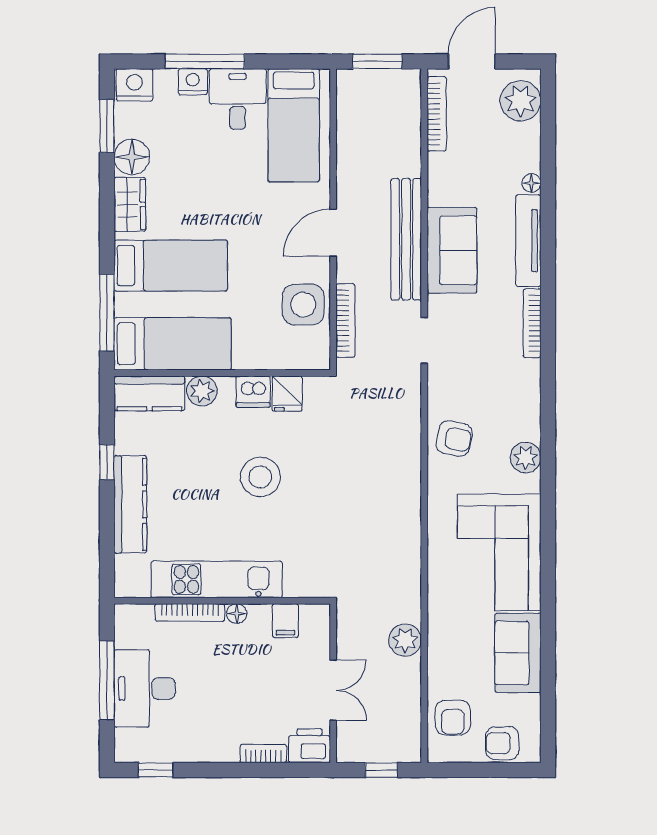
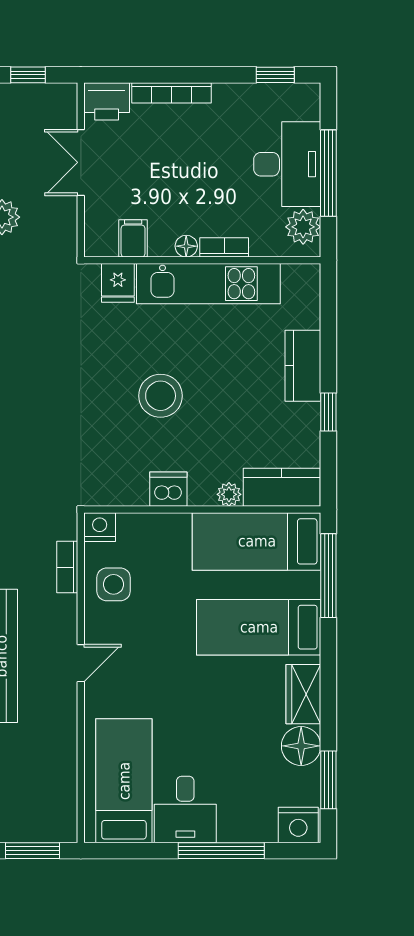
nightstand: (193, 82) -> (100, 527), moved, turned 180
door: (333, 233) -> (81, 663), width x0.73
side table: (303, 305) -> (114, 584), width x0.73, depth x0.73
bookcase: (345, 320) -> (67, 567), width x0.64
plant: (202, 391) -> (229, 494), width x0.73, depth x0.73
fridge: (287, 394) -> (118, 283), moved, turned 180
kitchen counter: (130, 504) -> (303, 366), width x0.67
bookcase: (190, 612) -> (224, 247), width x0.64
plant: (130, 631) -> (303, 227), added
bookcase: (263, 754) -> (171, 93), width x1.56

